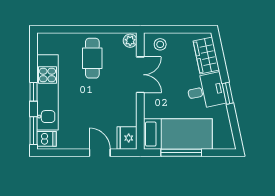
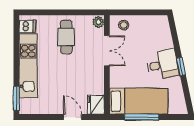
wardrobe: (206, 56) -> (163, 35), removed
window: (33, 92) -> (16, 65), removed
dishwasher: (46, 139) -> (27, 26), moved

